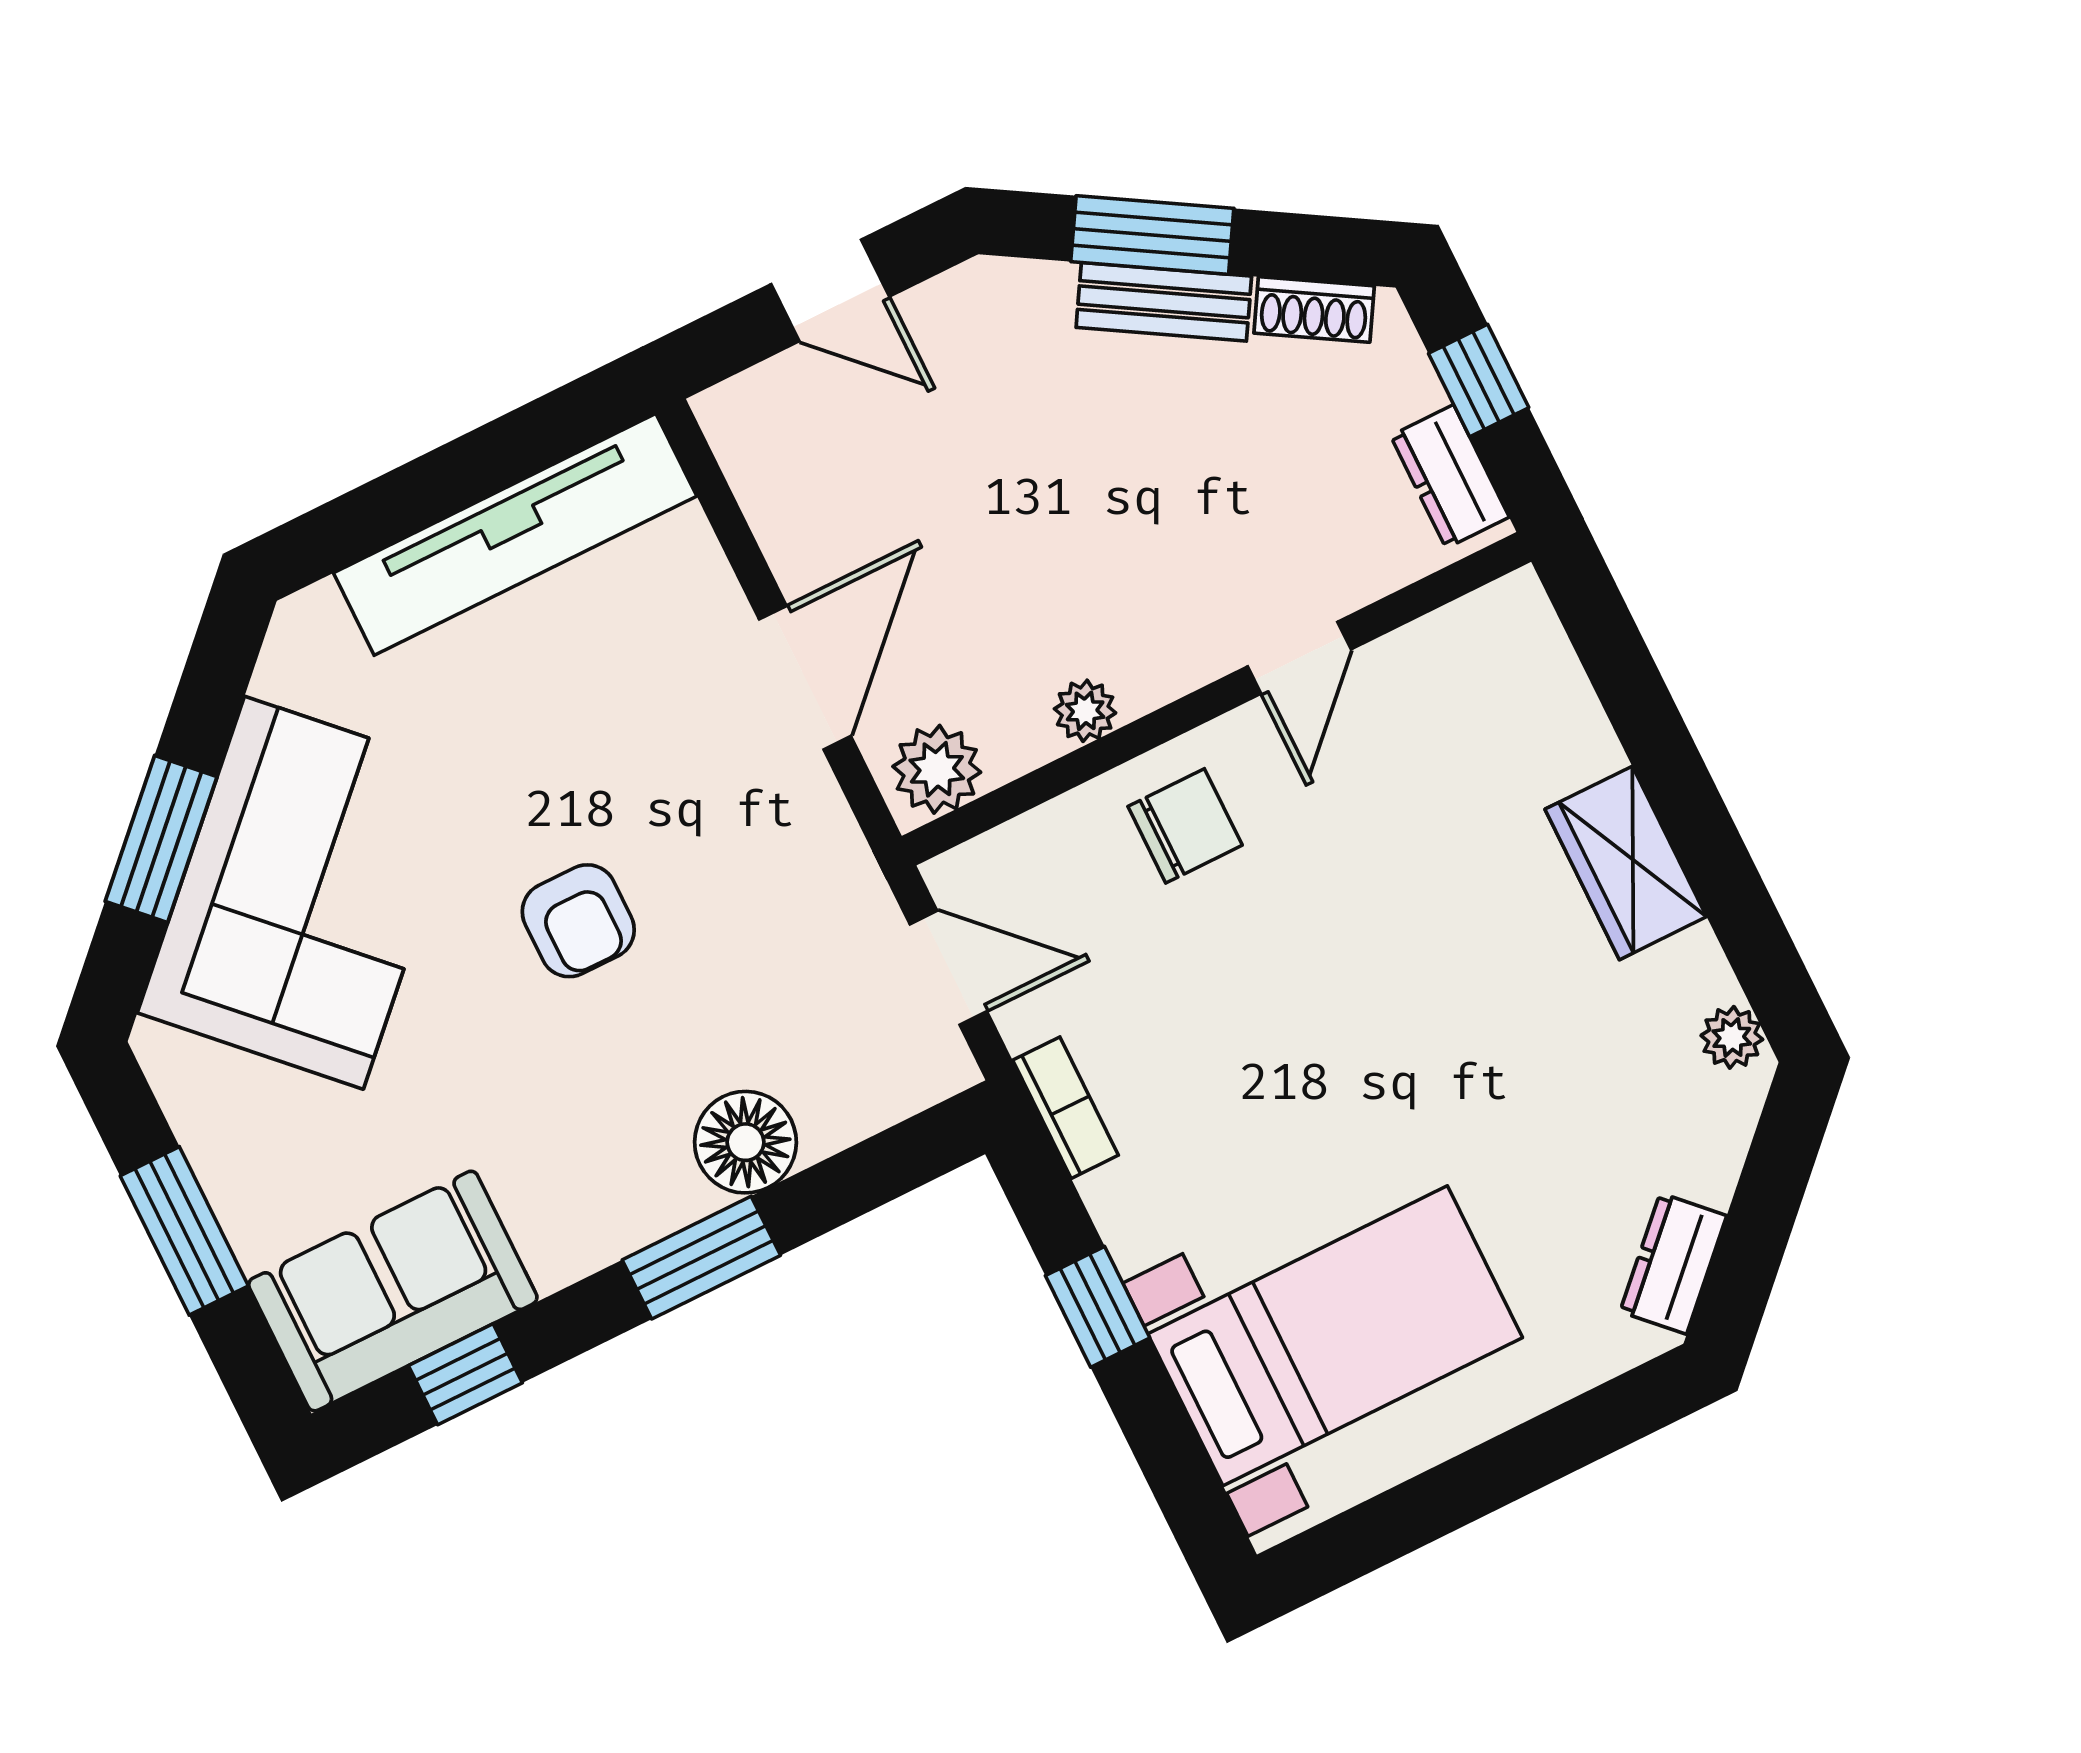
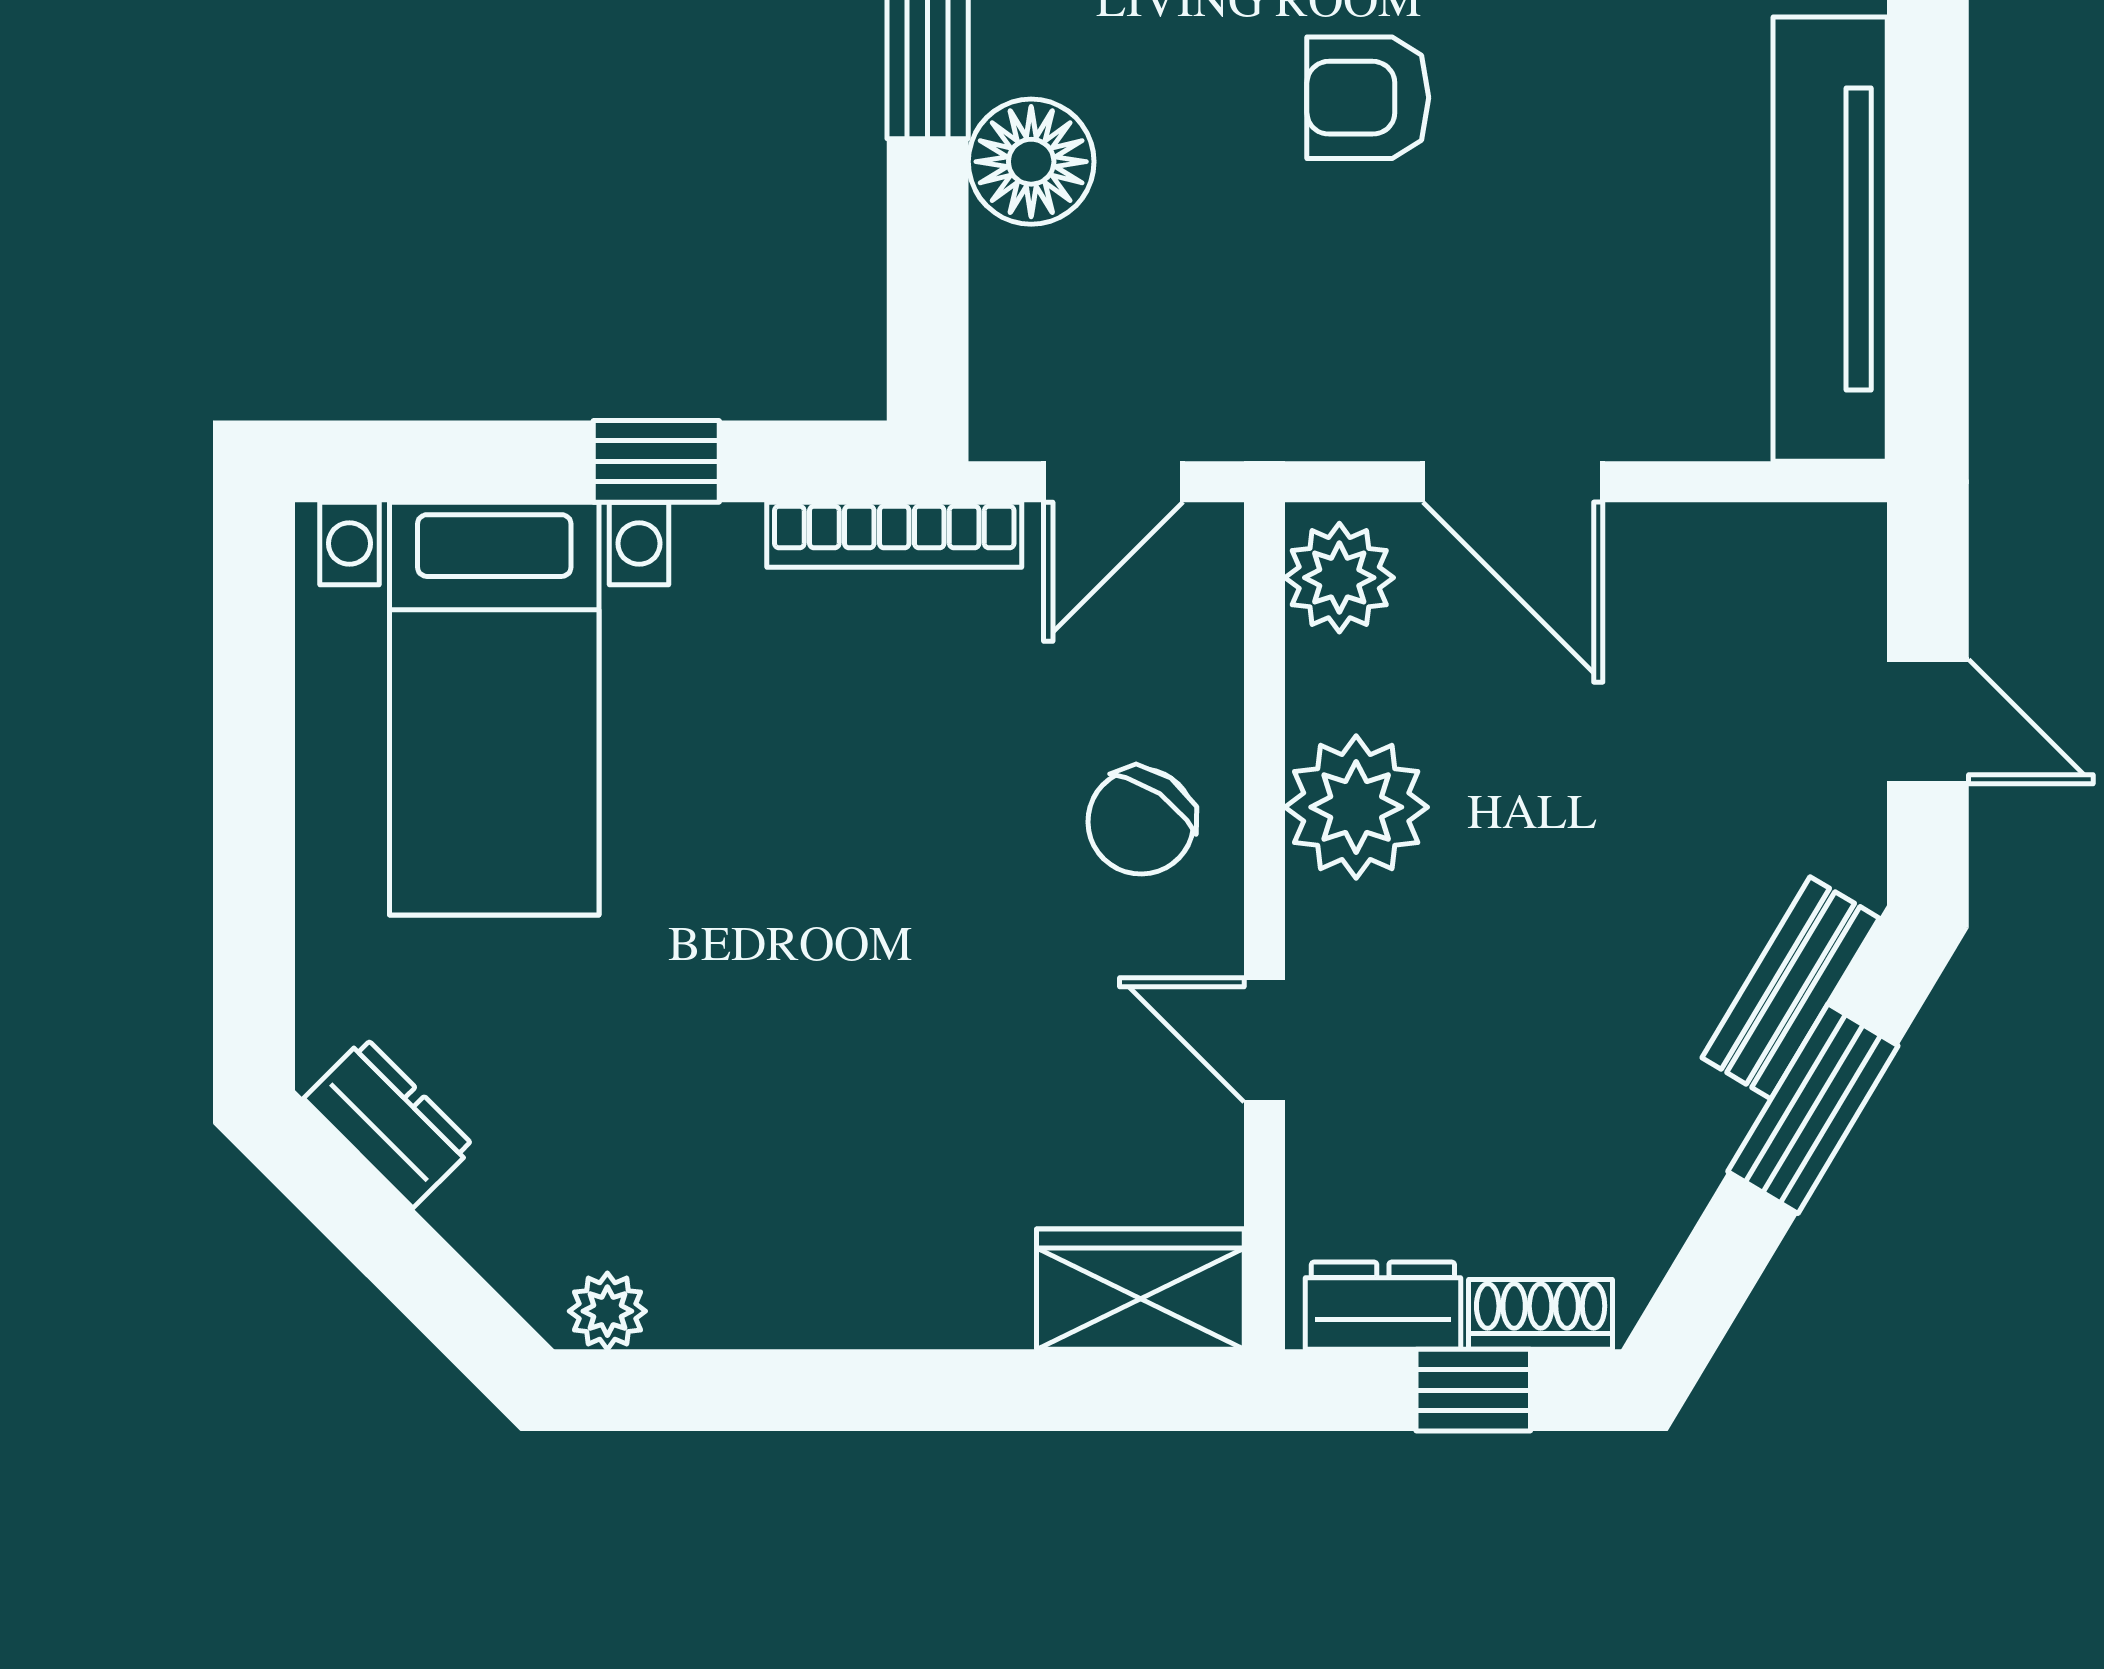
door: (830, 290) -> (1928, 722), swing flipped
bench: (1164, 302) -> (1791, 988), moved
shoe rack: (1314, 309) -> (1541, 1314), moved, turned 59
plant: (1085, 711) -> (1356, 807), width x1.87, depth x1.87
chair: (1185, 826) -> (1141, 821), turned 35
wardrobe: (1626, 863) -> (1140, 1289), moved
bookcase: (1065, 1108) -> (894, 535), width x1.56

